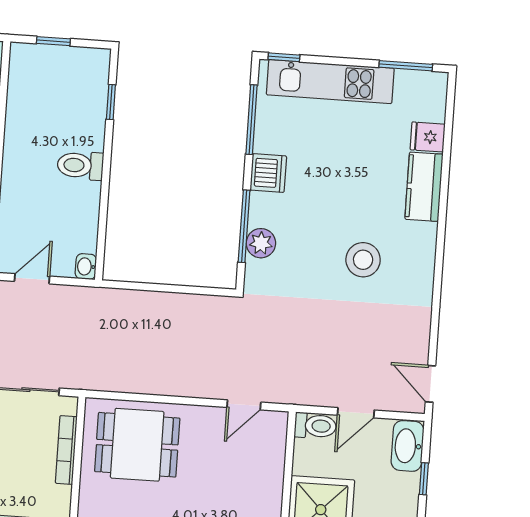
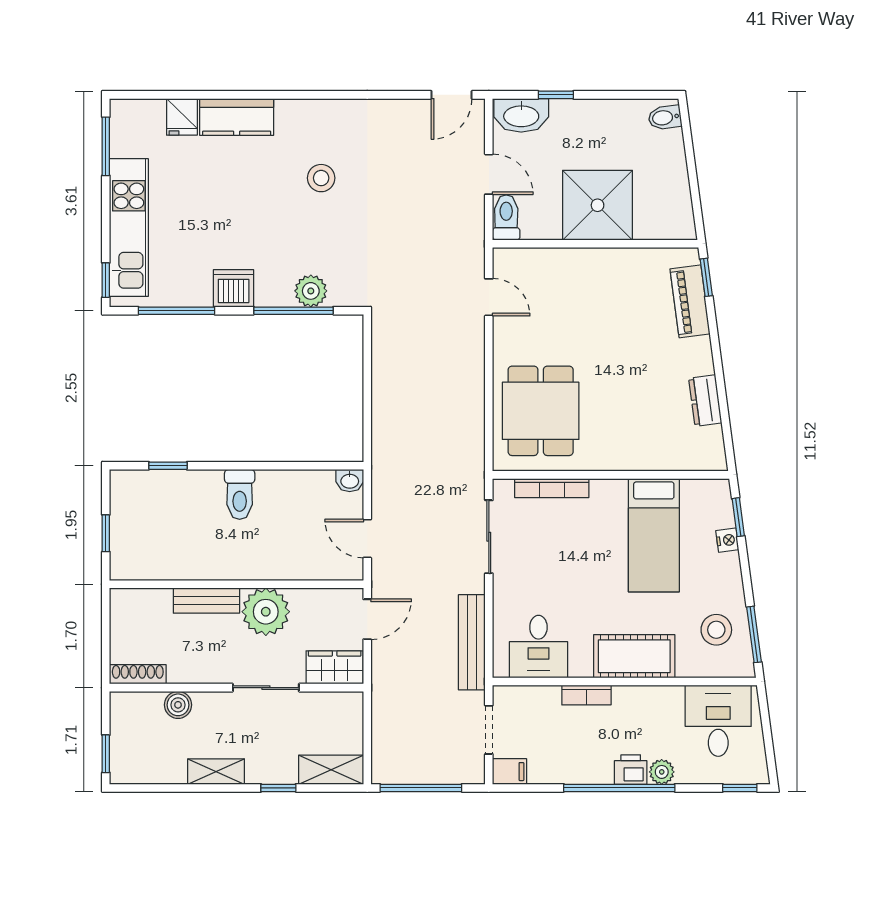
stool: (363, 260) -> (321, 178), width x0.73, depth x0.73

